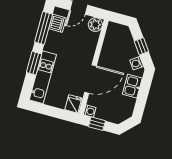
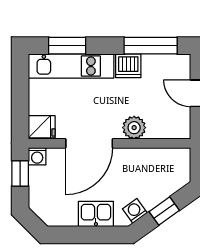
dishwasher: (57, 23) -> (128, 66), moved
plant: (95, 25) -> (134, 128), moved
window: (34, 63) -> (67, 46), moved
door: (90, 79) -> (89, 143), hinge flipped

